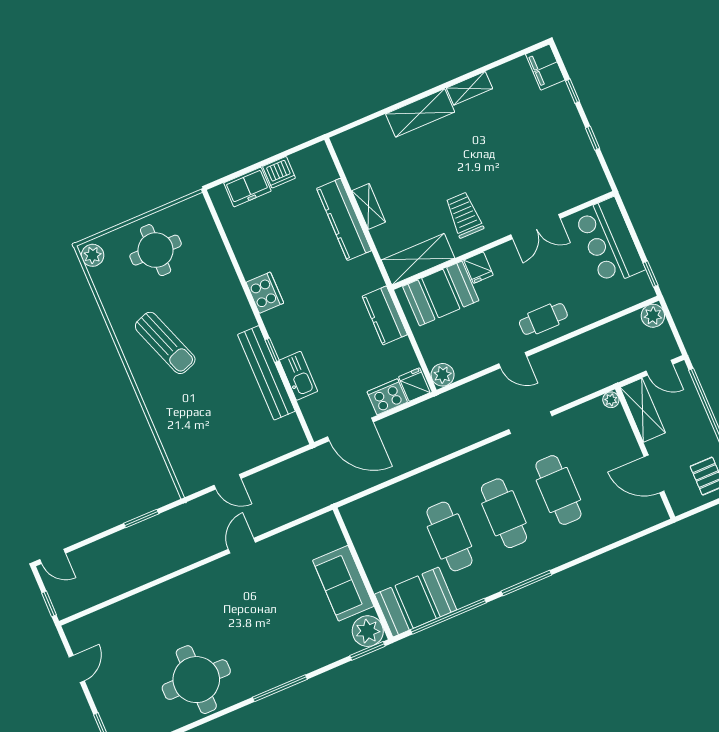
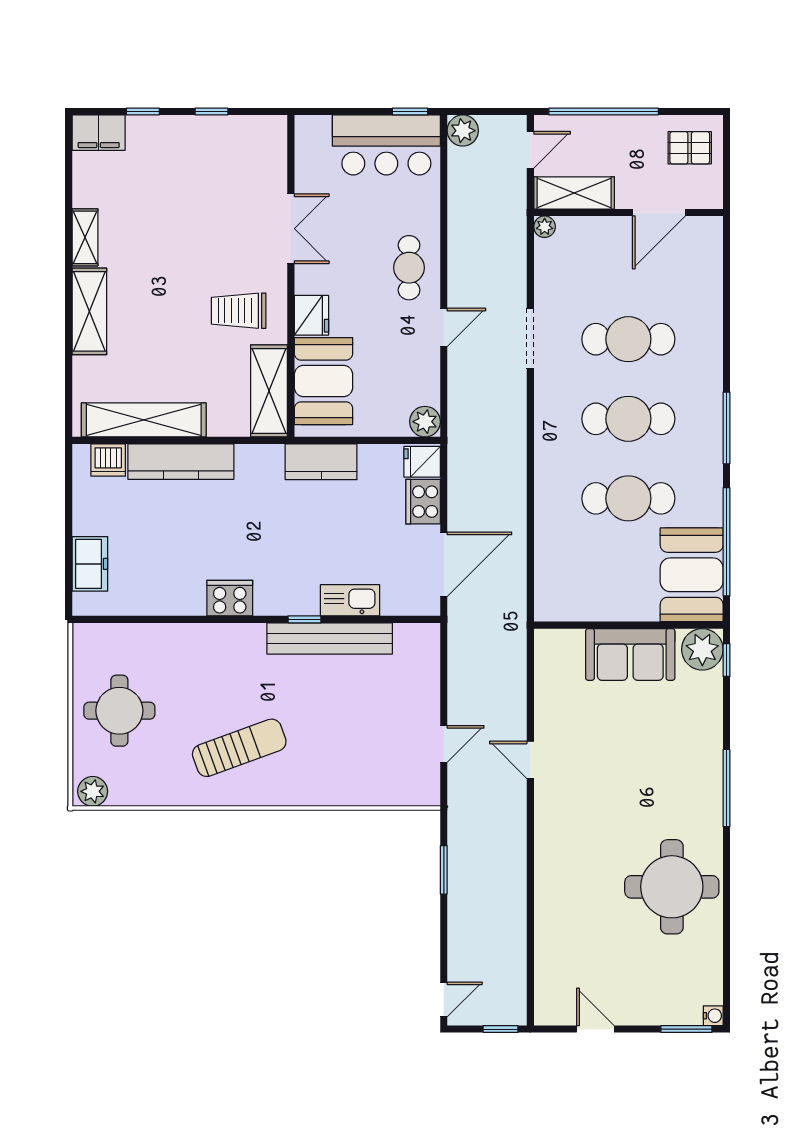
dishwasher: (279, 172) -> (108, 460), moved, turned 90
shelving: (369, 206) -> (144, 420), width x2.20, depth x1.33
bar counter: (610, 242) -> (386, 145), moved
fridge: (478, 268) -> (311, 315), width x1.38
window: (367, 651) -> (727, 660), width x0.67

